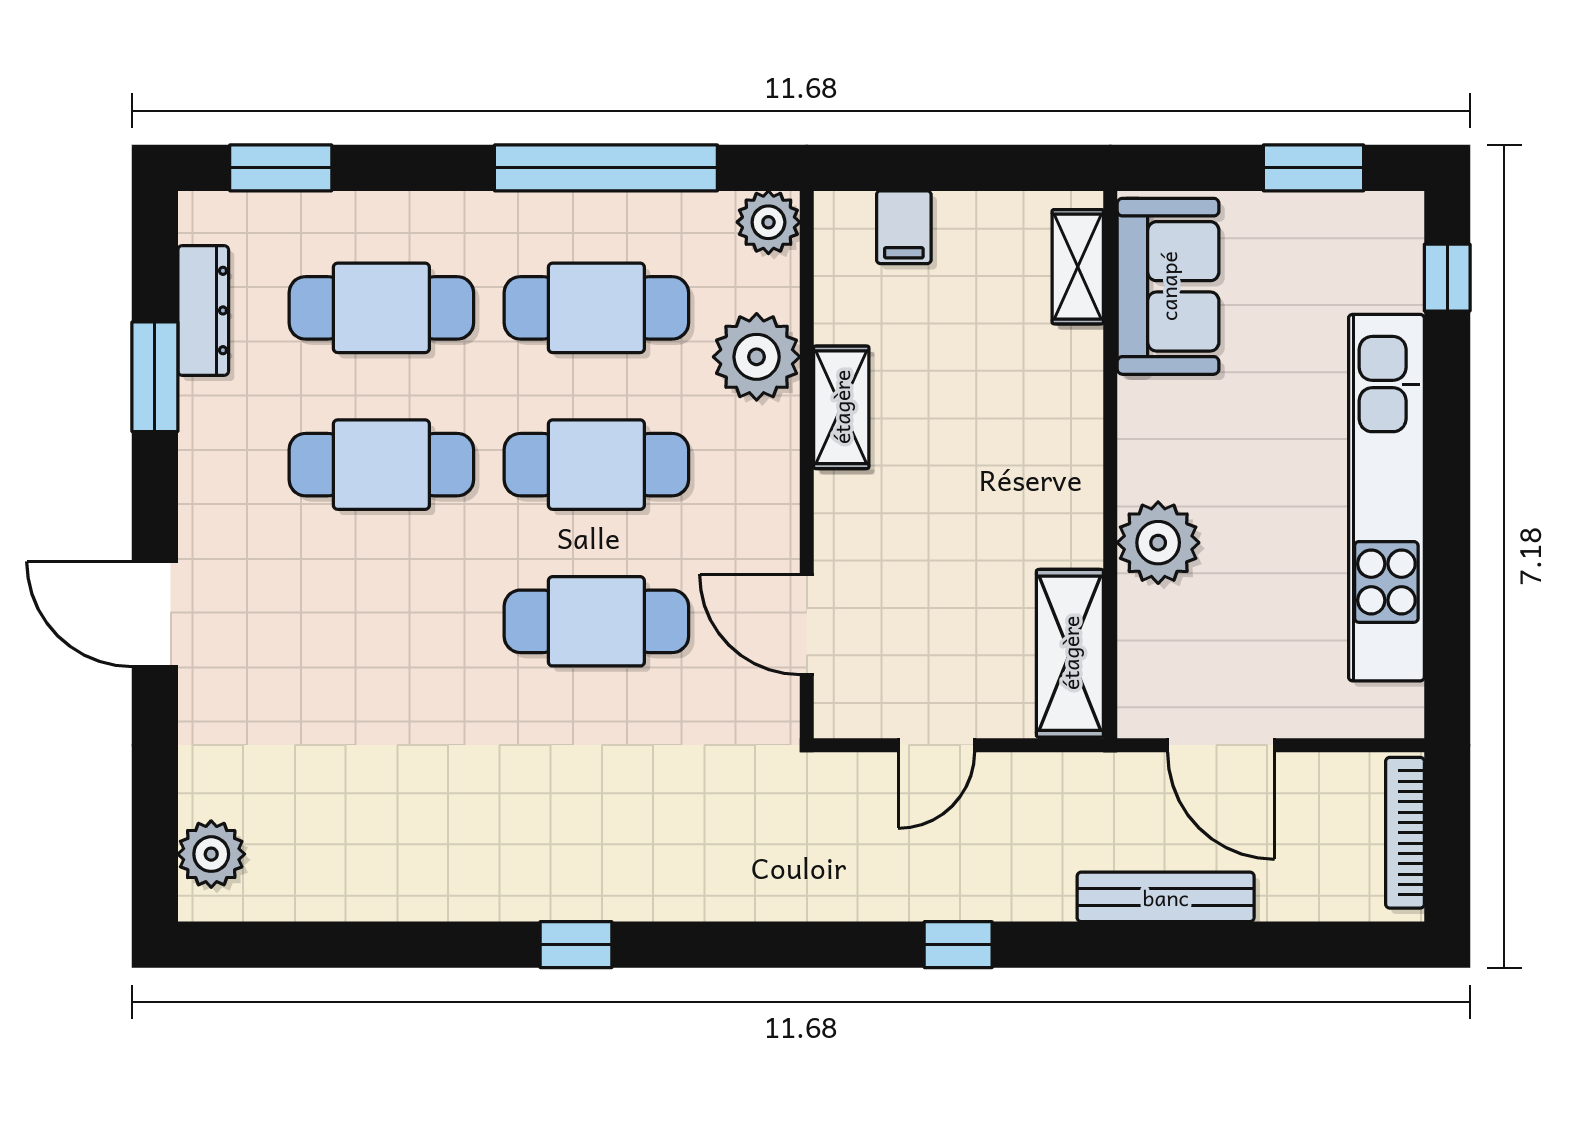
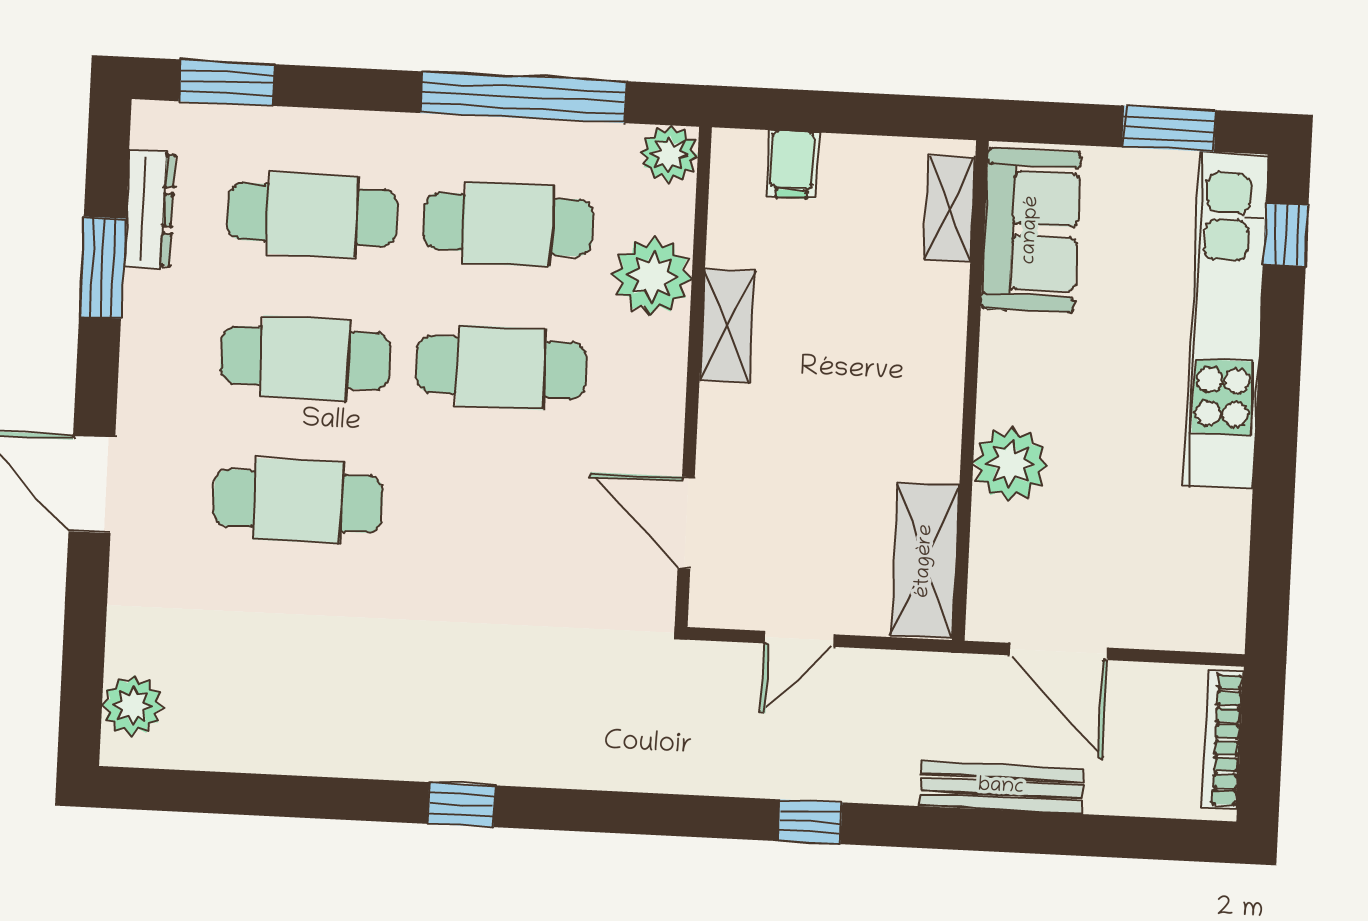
kitchen unit: (1386, 498) -> (1226, 320), moved
cafe table: (596, 621) -> (298, 501), moved

